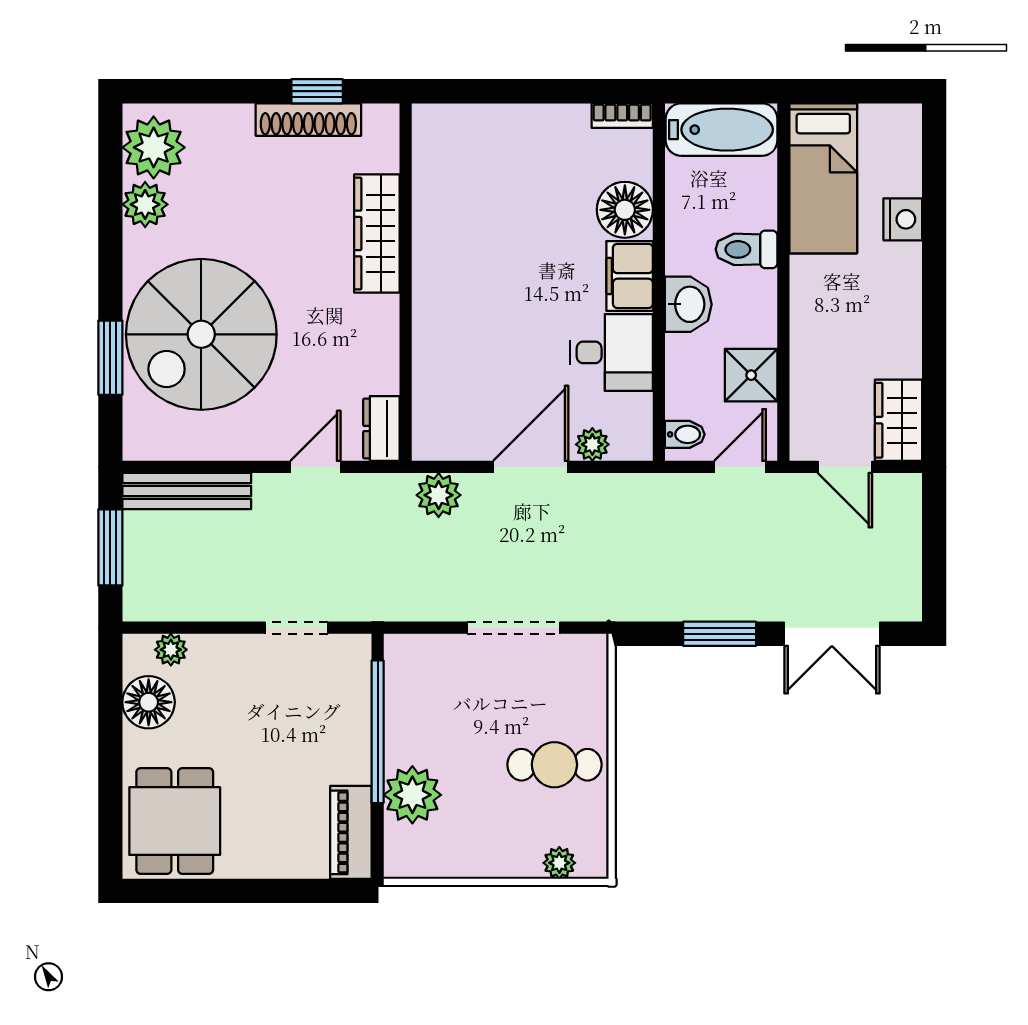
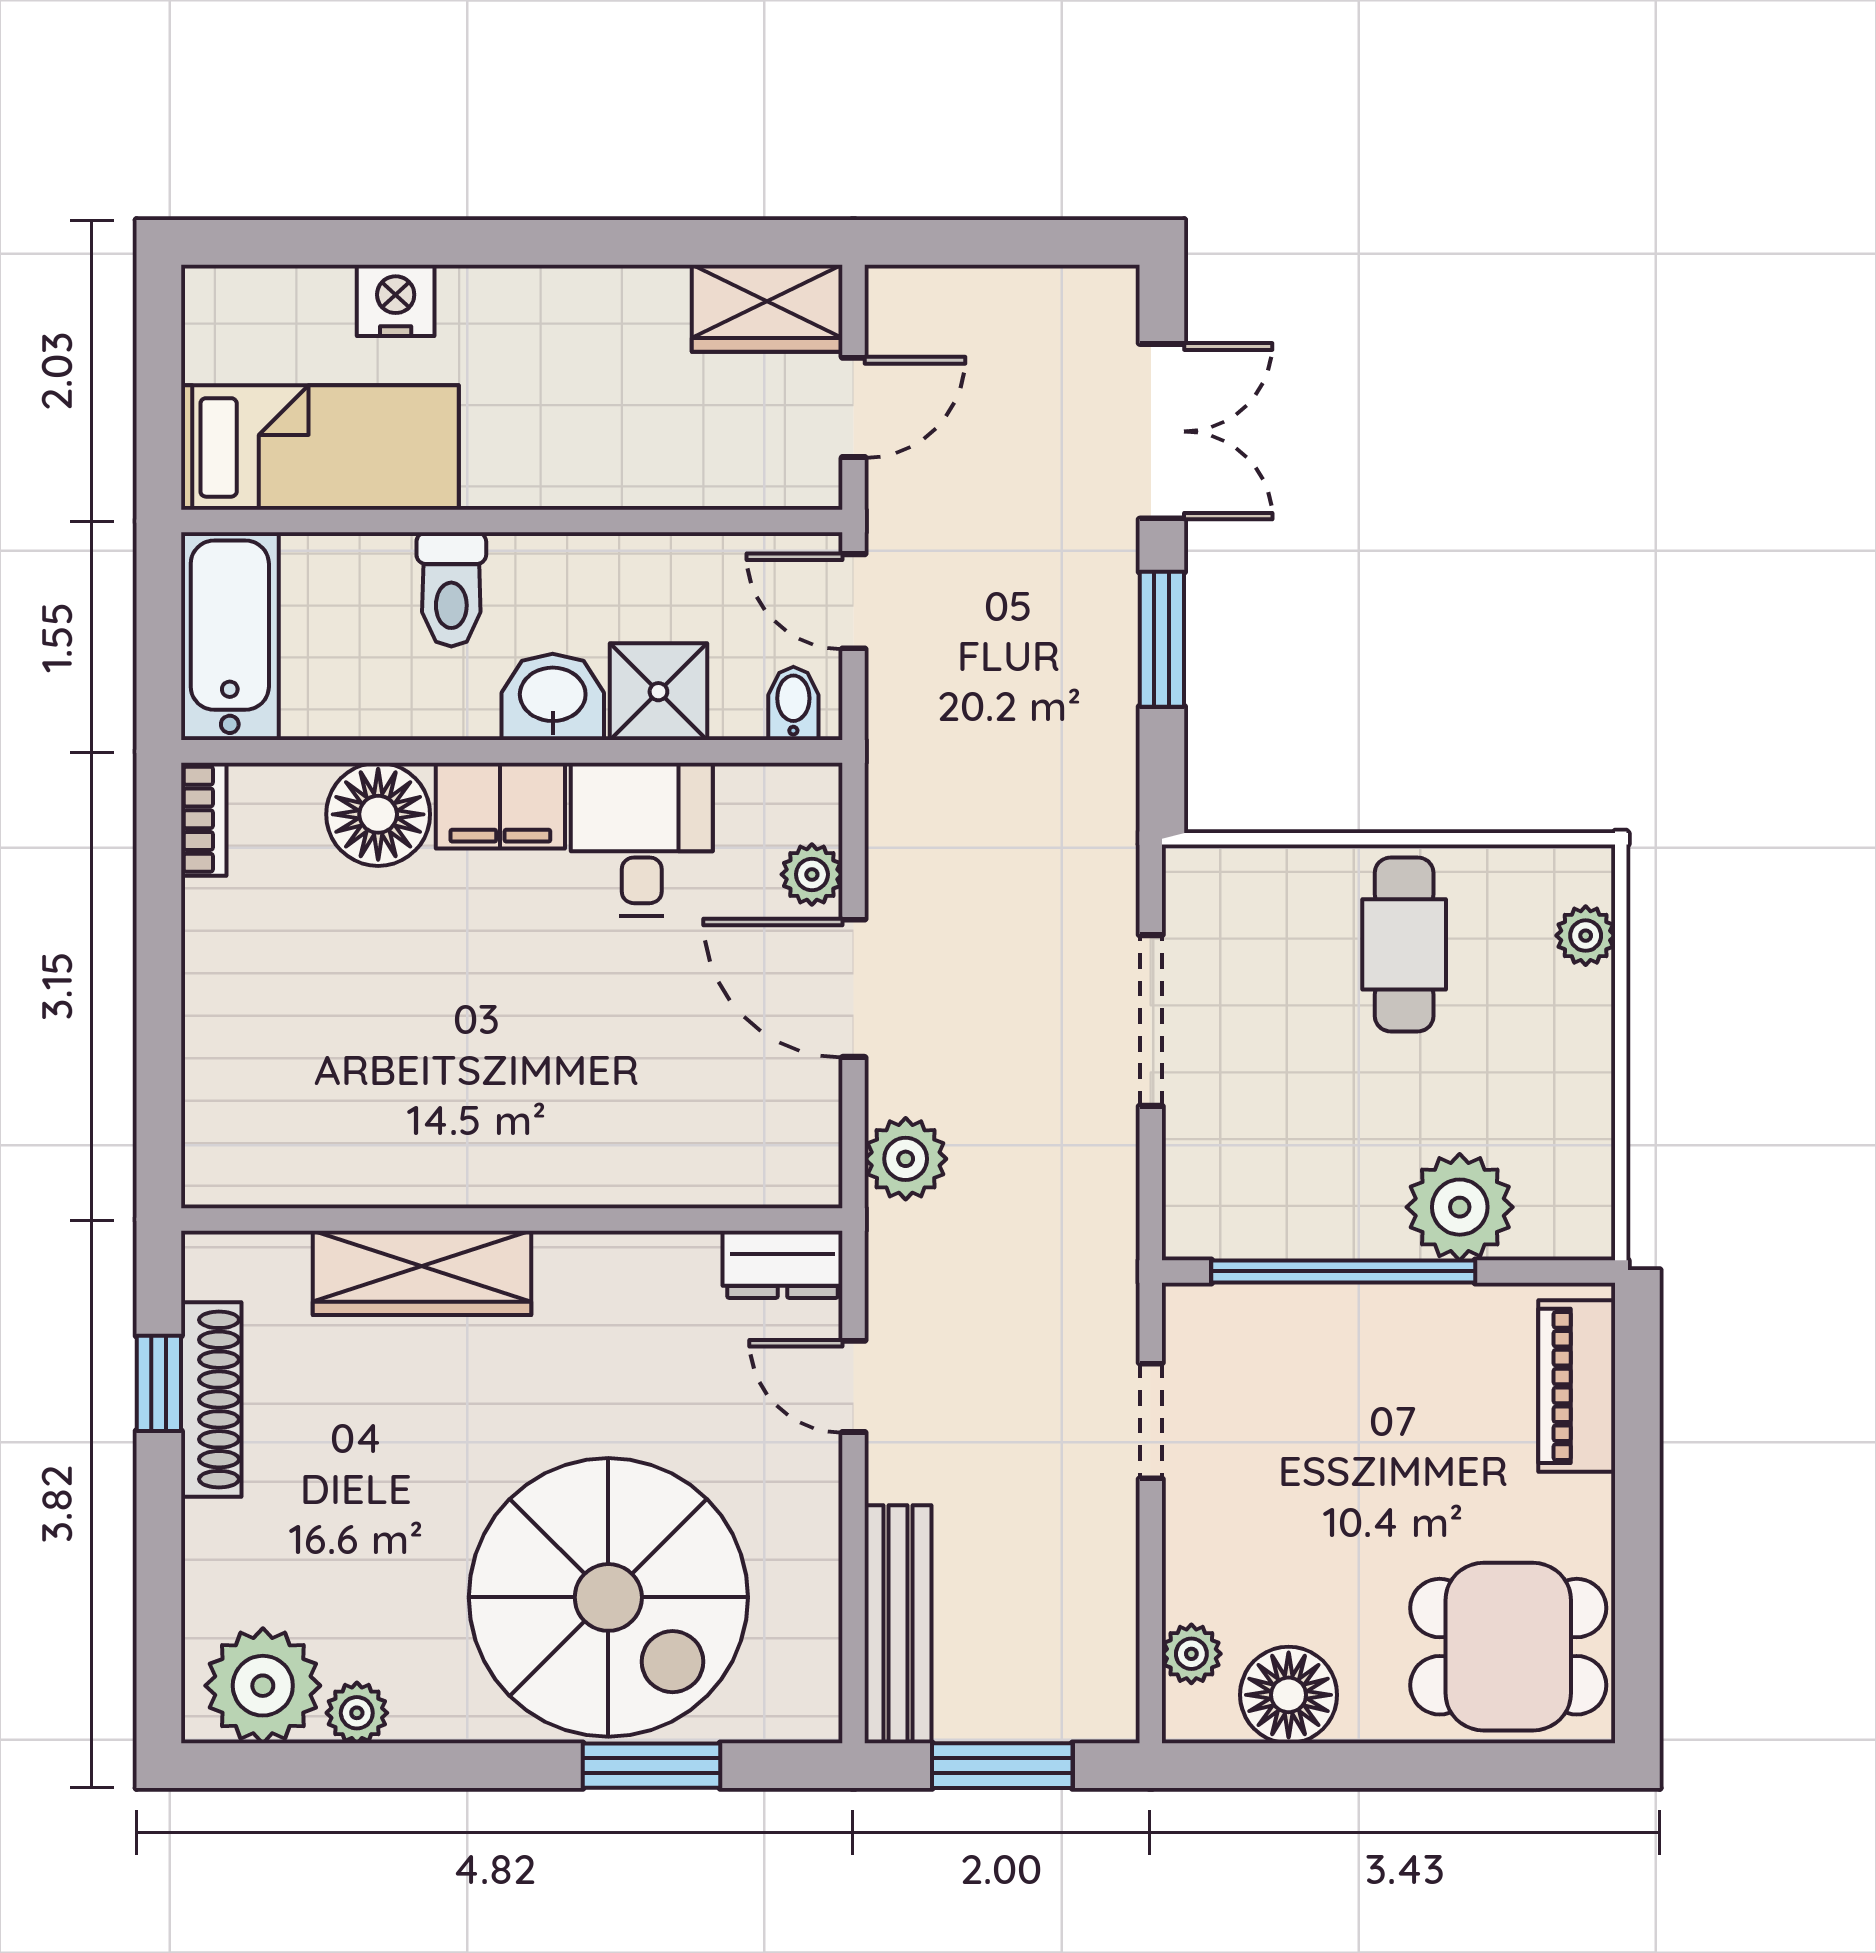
plant: (145, 204) -> (357, 1713), width x0.73, depth x0.73
shower: (751, 375) -> (658, 692), moved
piano: (351, 832) -> (1577, 1386), moved, turned 90

